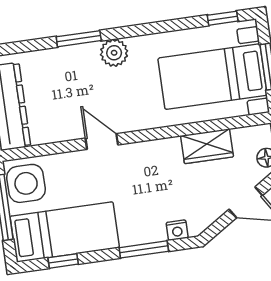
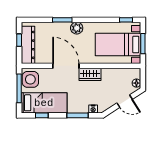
door: (102, 142) -> (66, 66), width x1.88
wardrobe: (207, 146) -> (90, 74), moved

